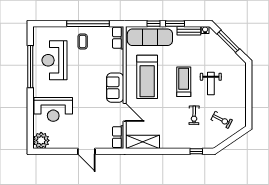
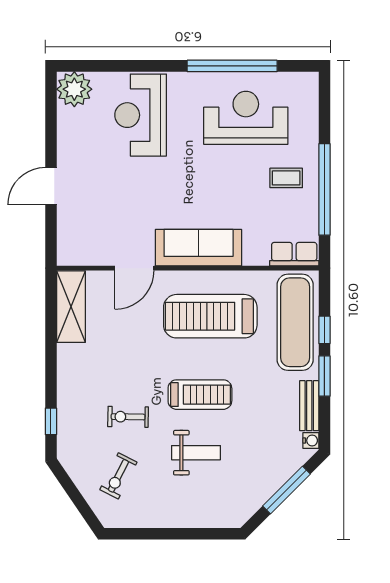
weight bench: (211, 84) -> (196, 453), turned 180
sofa: (115, 88) -> (199, 248), width x1.36
row of seats: (118, 137) -> (81, 254), removed

